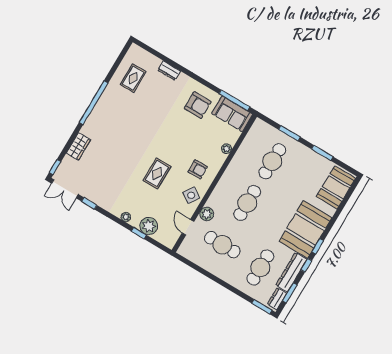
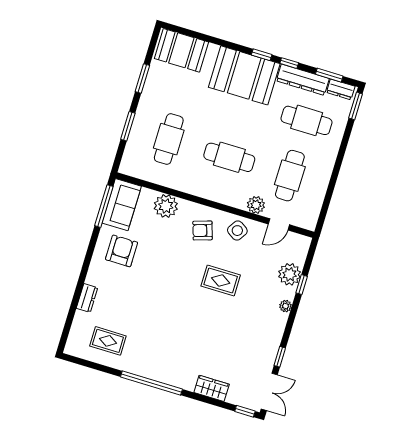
plant: (227, 149) -> (166, 206), width x1.88, depth x1.88
cafe table: (272, 161) -> (169, 139), turned 90
armchair: (198, 169) -> (203, 230), turned -106

